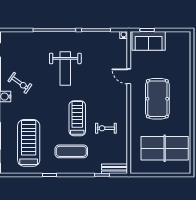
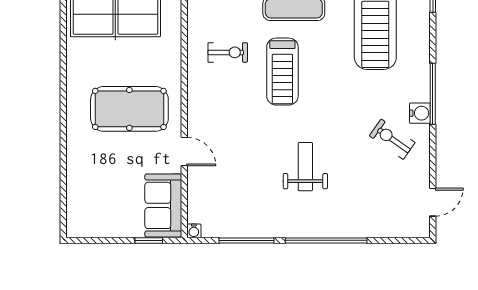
sofa: (149, 41) -> (163, 205), moved, turned -90
weight bench: (65, 69) -> (305, 167), width x0.73, depth x0.75
pool table: (157, 99) -> (129, 109), turned 90

